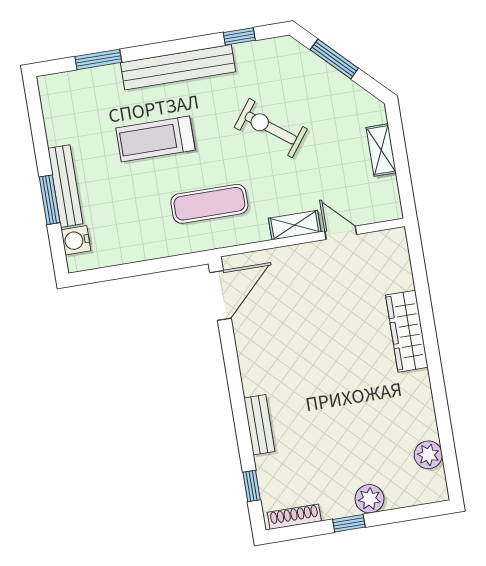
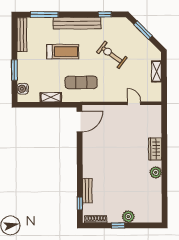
window: (98, 59) -> (44, 15), width x1.44
treadmill: (155, 139) -> (63, 52), turned 180
bench: (65, 186) -> (22, 35), moved
shelving: (295, 225) -> (51, 97), moved
wardrobe: (407, 331) -> (155, 149), width x0.67
bench: (259, 425) -> (87, 191), moved
plant: (428, 455) -> (156, 172), moved

